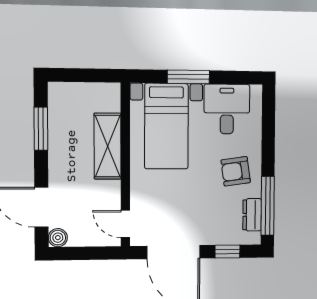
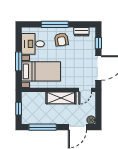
window: (83, 75) -> (19, 109), added
window: (41, 129) -> (43, 127), width x1.44
shelving: (108, 146) -> (61, 98), moved
window: (268, 206) -> (55, 24), moved

